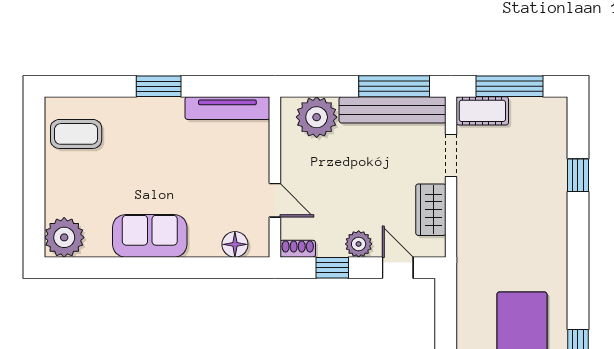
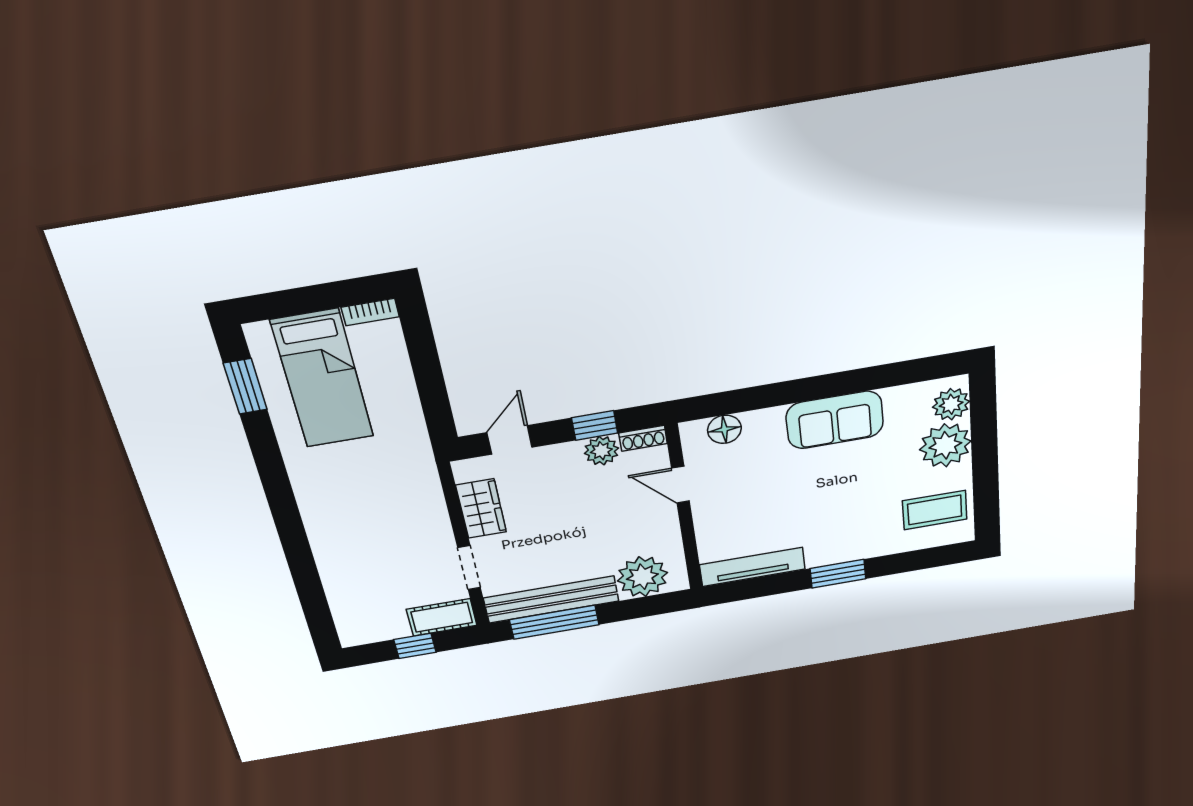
window: (510, 86) -> (415, 646), width x0.46
window: (578, 175) -> (305, 575), removed
plant: (65, 195) -> (945, 445), added
plant: (64, 237) -> (951, 404), width x0.73, depth x0.73
plant: (359, 244) -> (601, 451), moved
door: (398, 268) -> (510, 440), swing flipped

